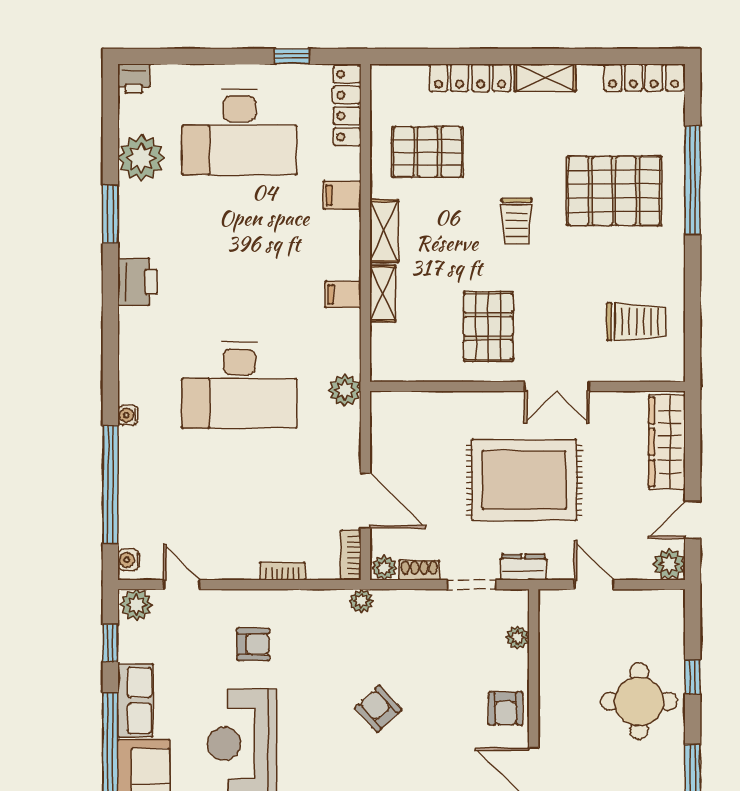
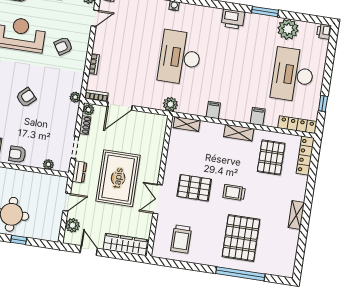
locker: (644, 77) -> (290, 259), removed
locker: (470, 78) -> (305, 156), moved
shelving: (383, 294) -> (187, 124), moved
pallet: (488, 327) -> (194, 188), moved
plant: (669, 564) -> (72, 225), moved
armchair: (253, 644) -> (63, 46), turned 57

